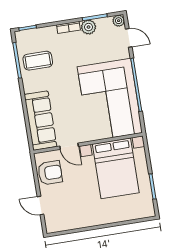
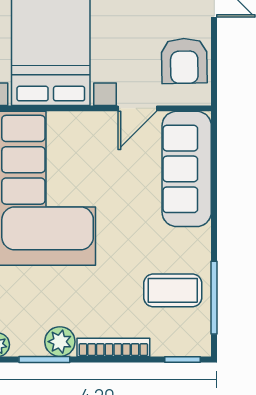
bookcase: (68, 27) -> (113, 347), width x1.56
door: (69, 146) -> (137, 108), swing flipped
armchair: (50, 173) -> (184, 61), turned -91

